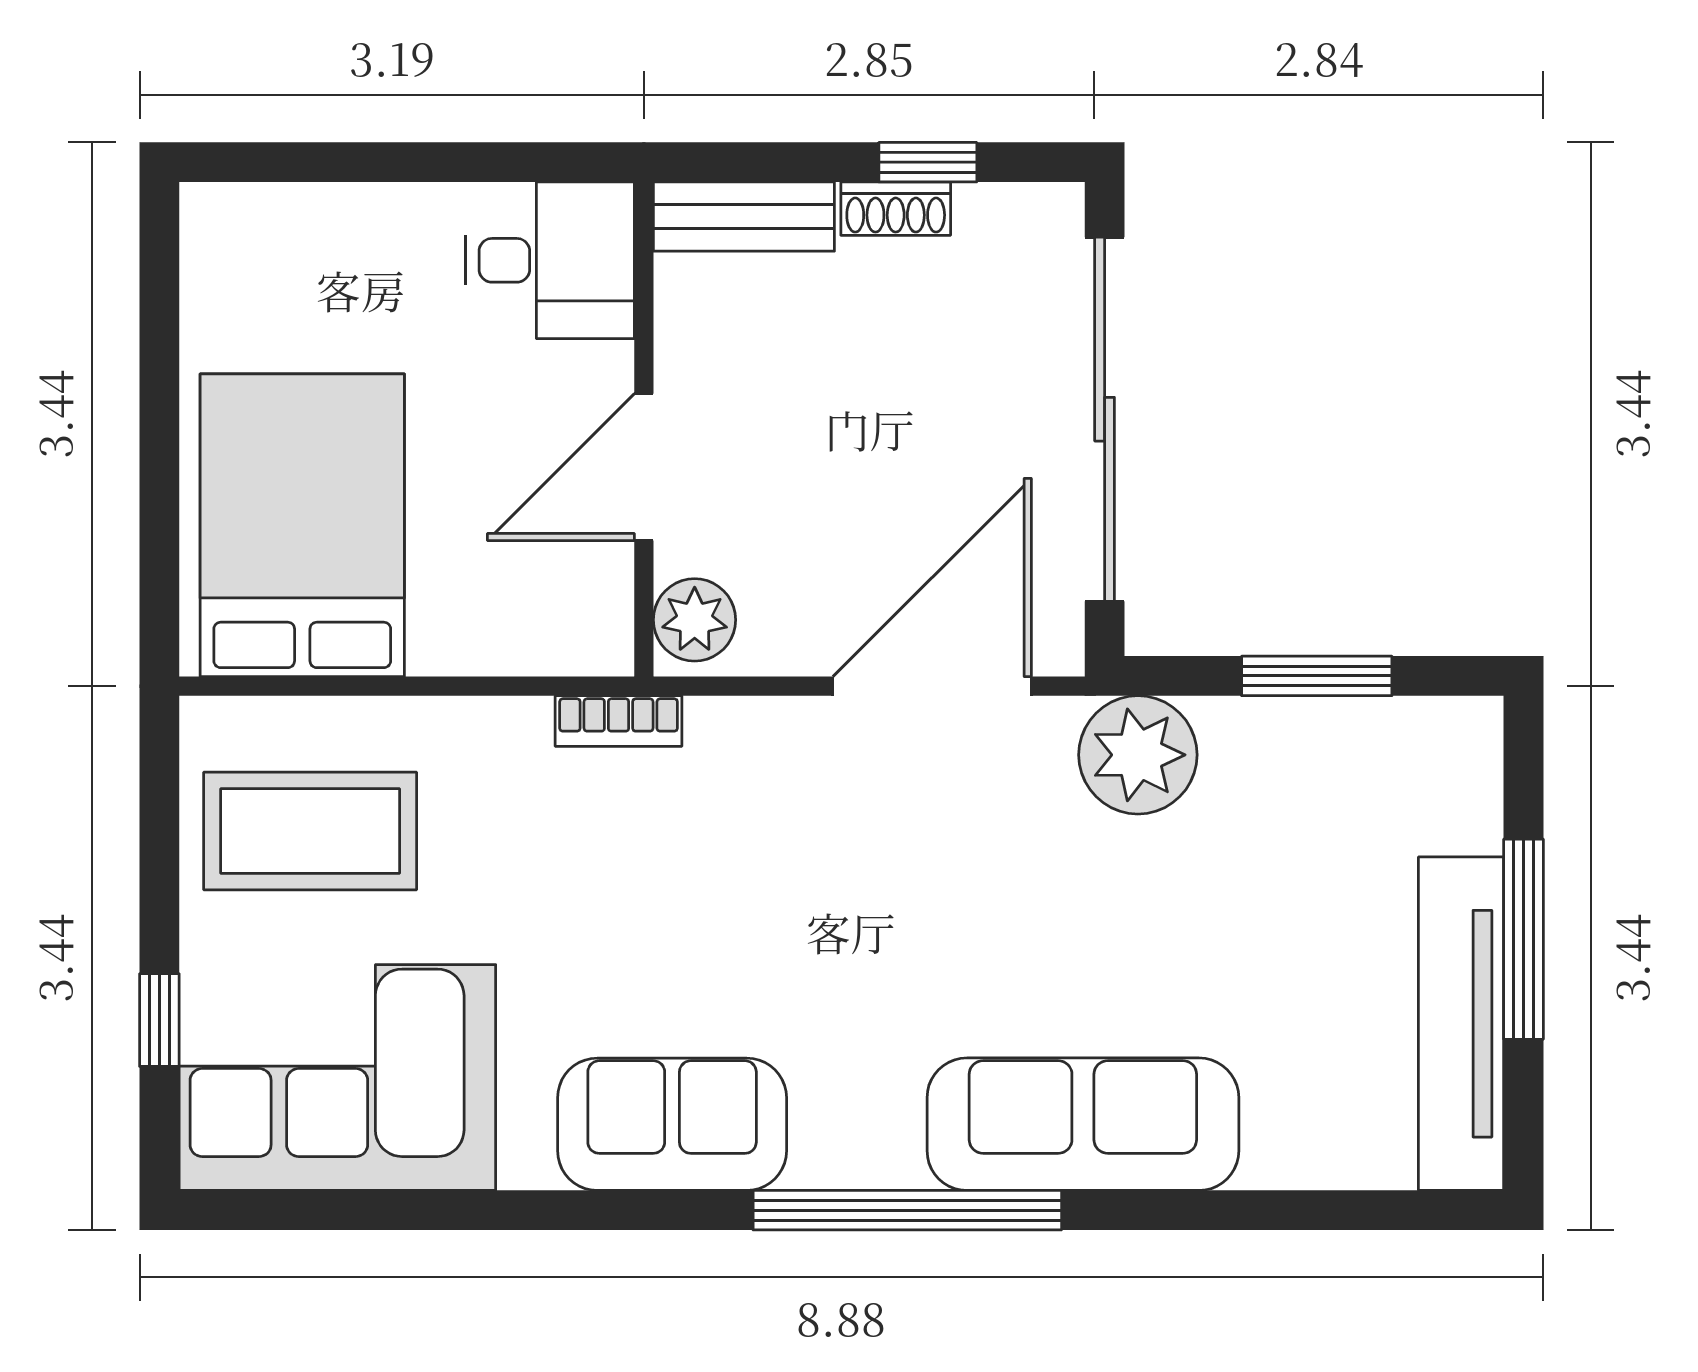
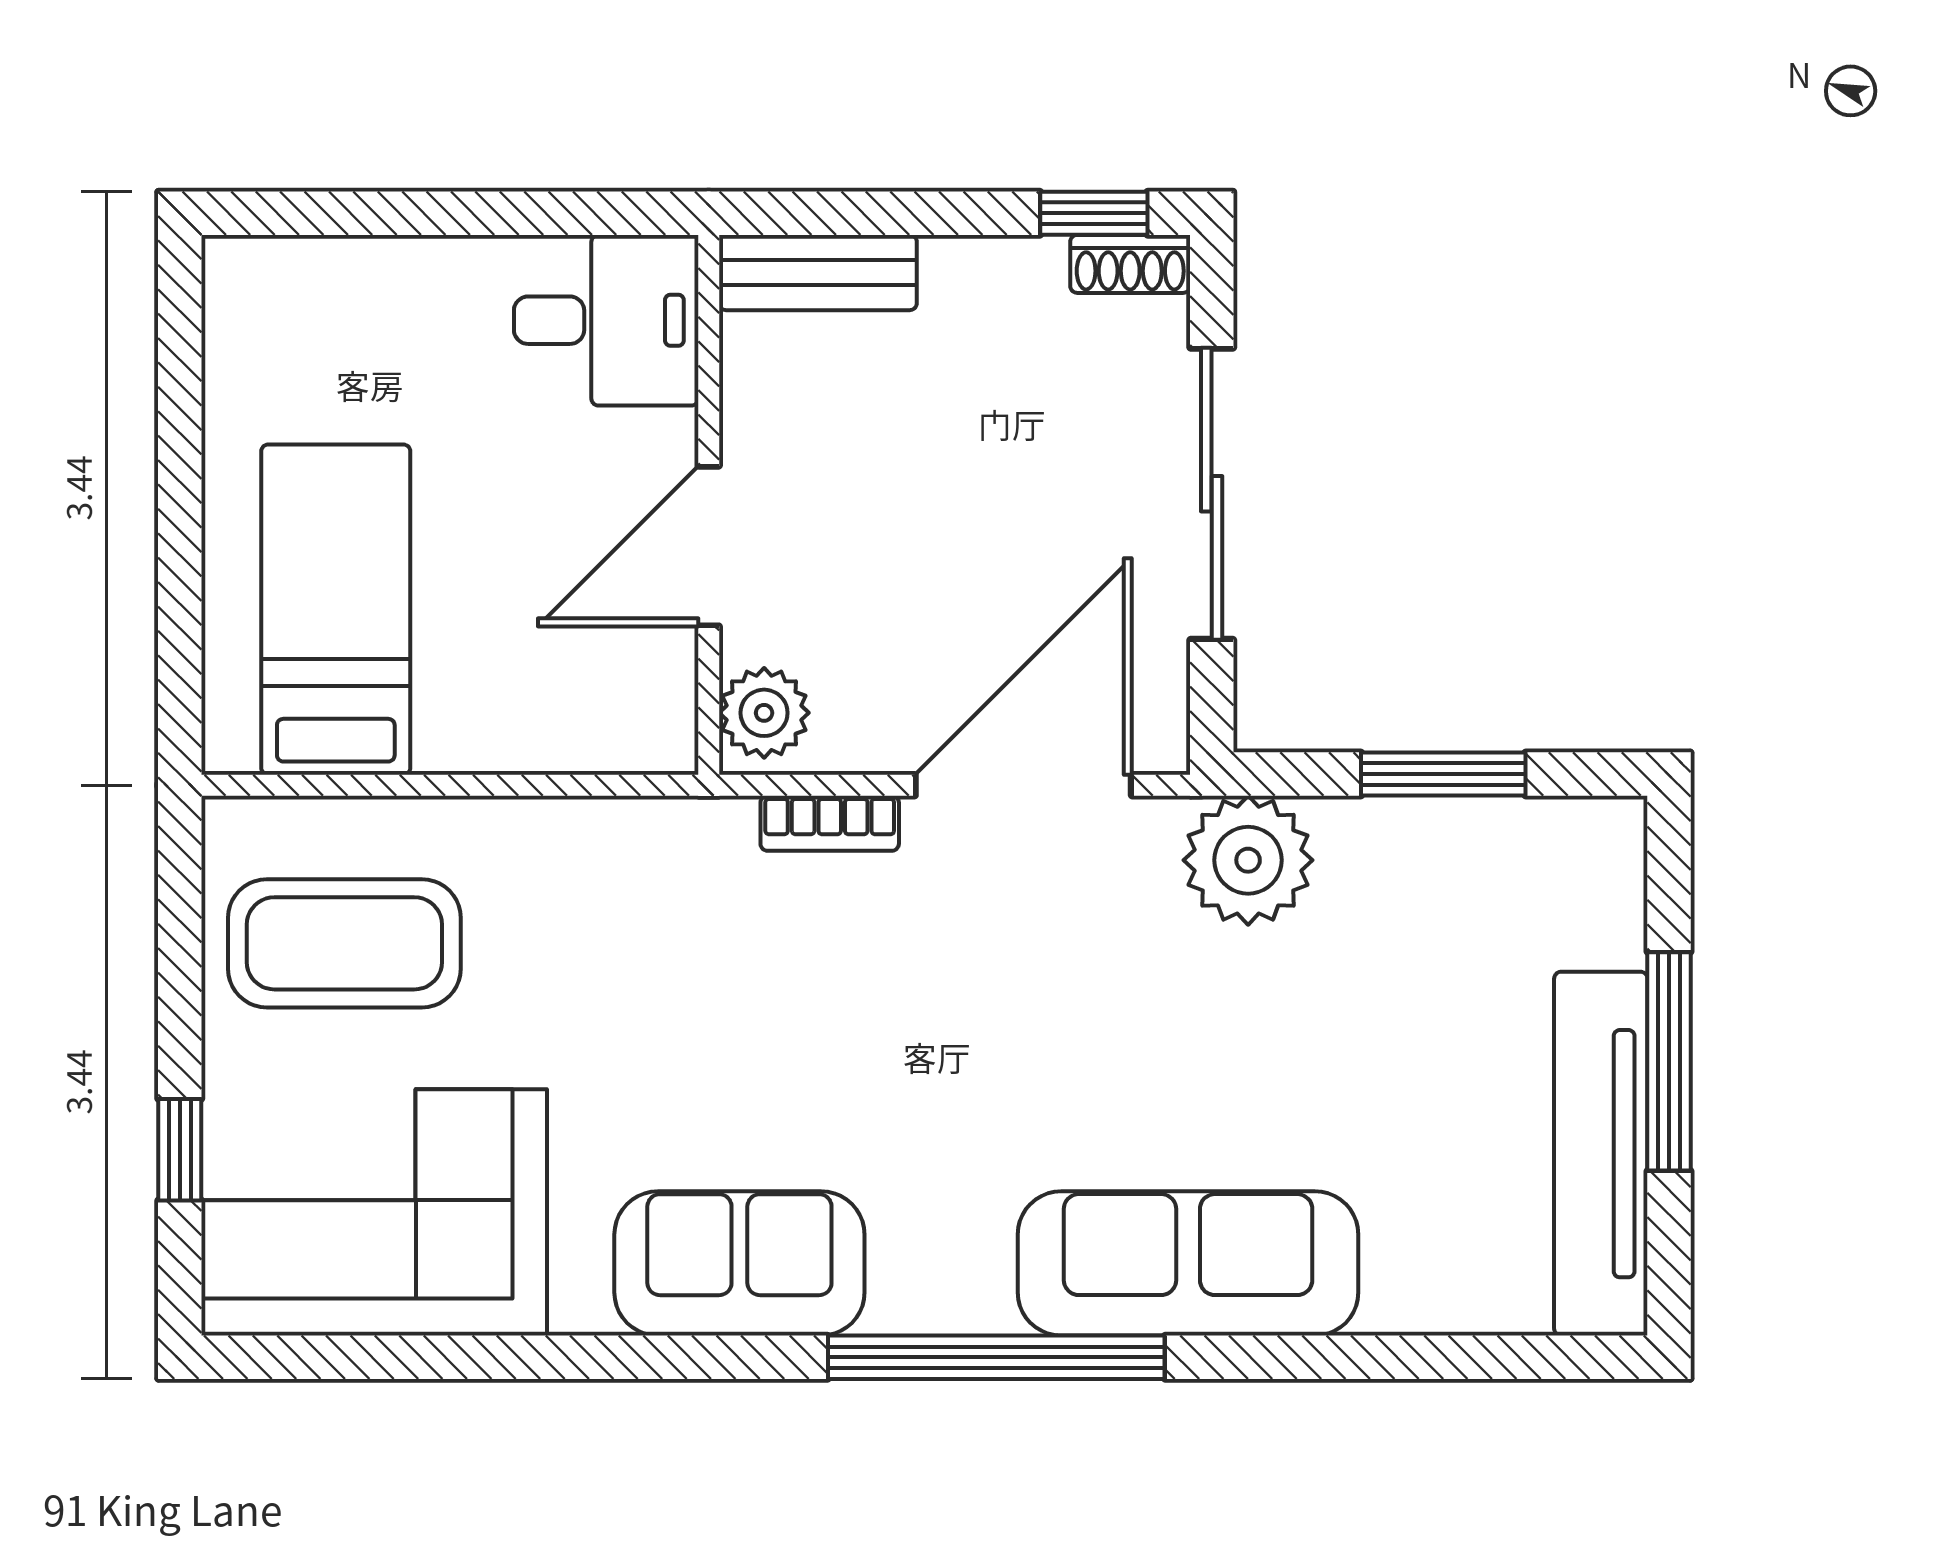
window: (928, 162) -> (1094, 213), moved
shoe rack: (896, 209) -> (1130, 264), moved
sliding door: (1105, 419) -> (1212, 494), width x0.73
bed: (302, 525) -> (336, 610), width x0.67
bookcase: (619, 721) -> (830, 823), moved

